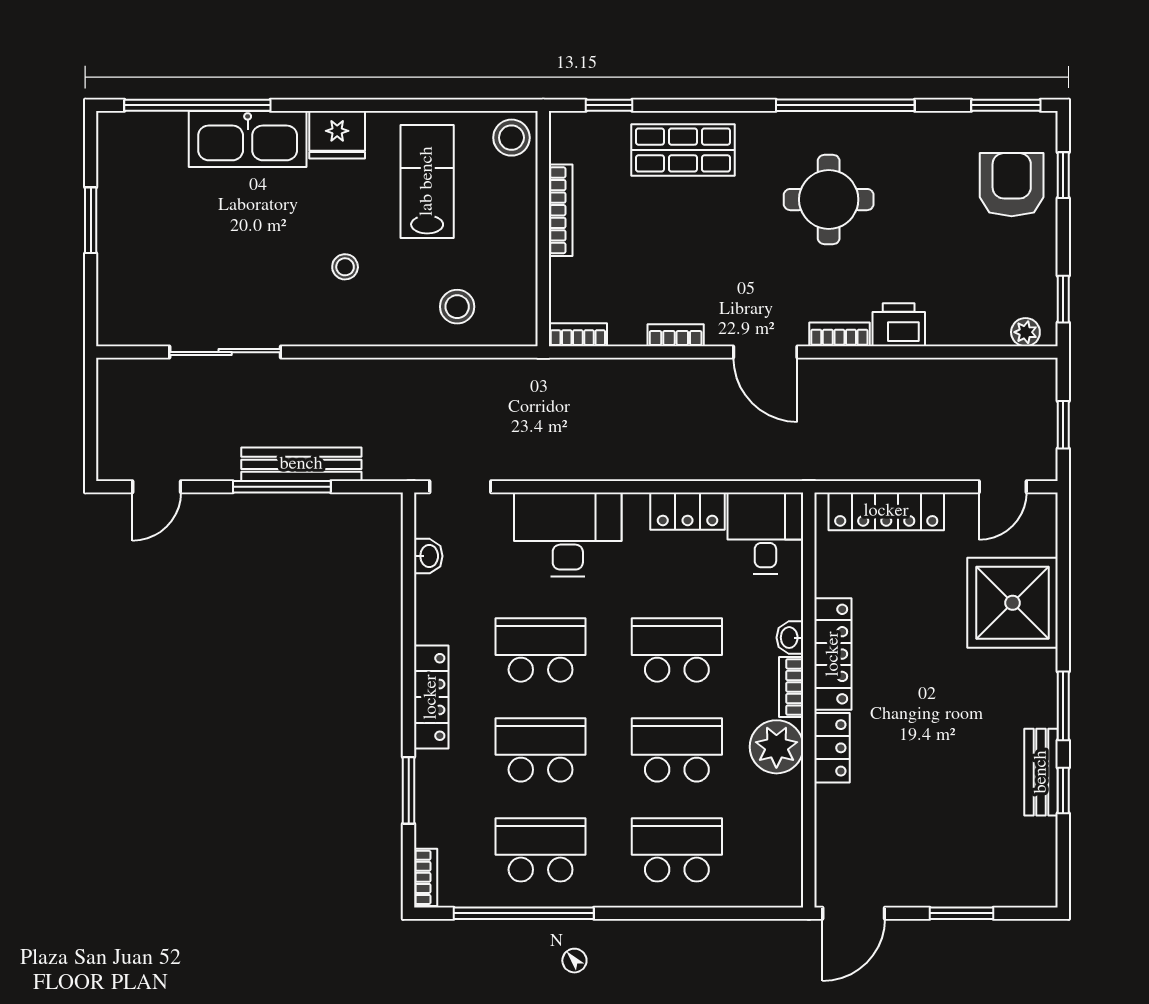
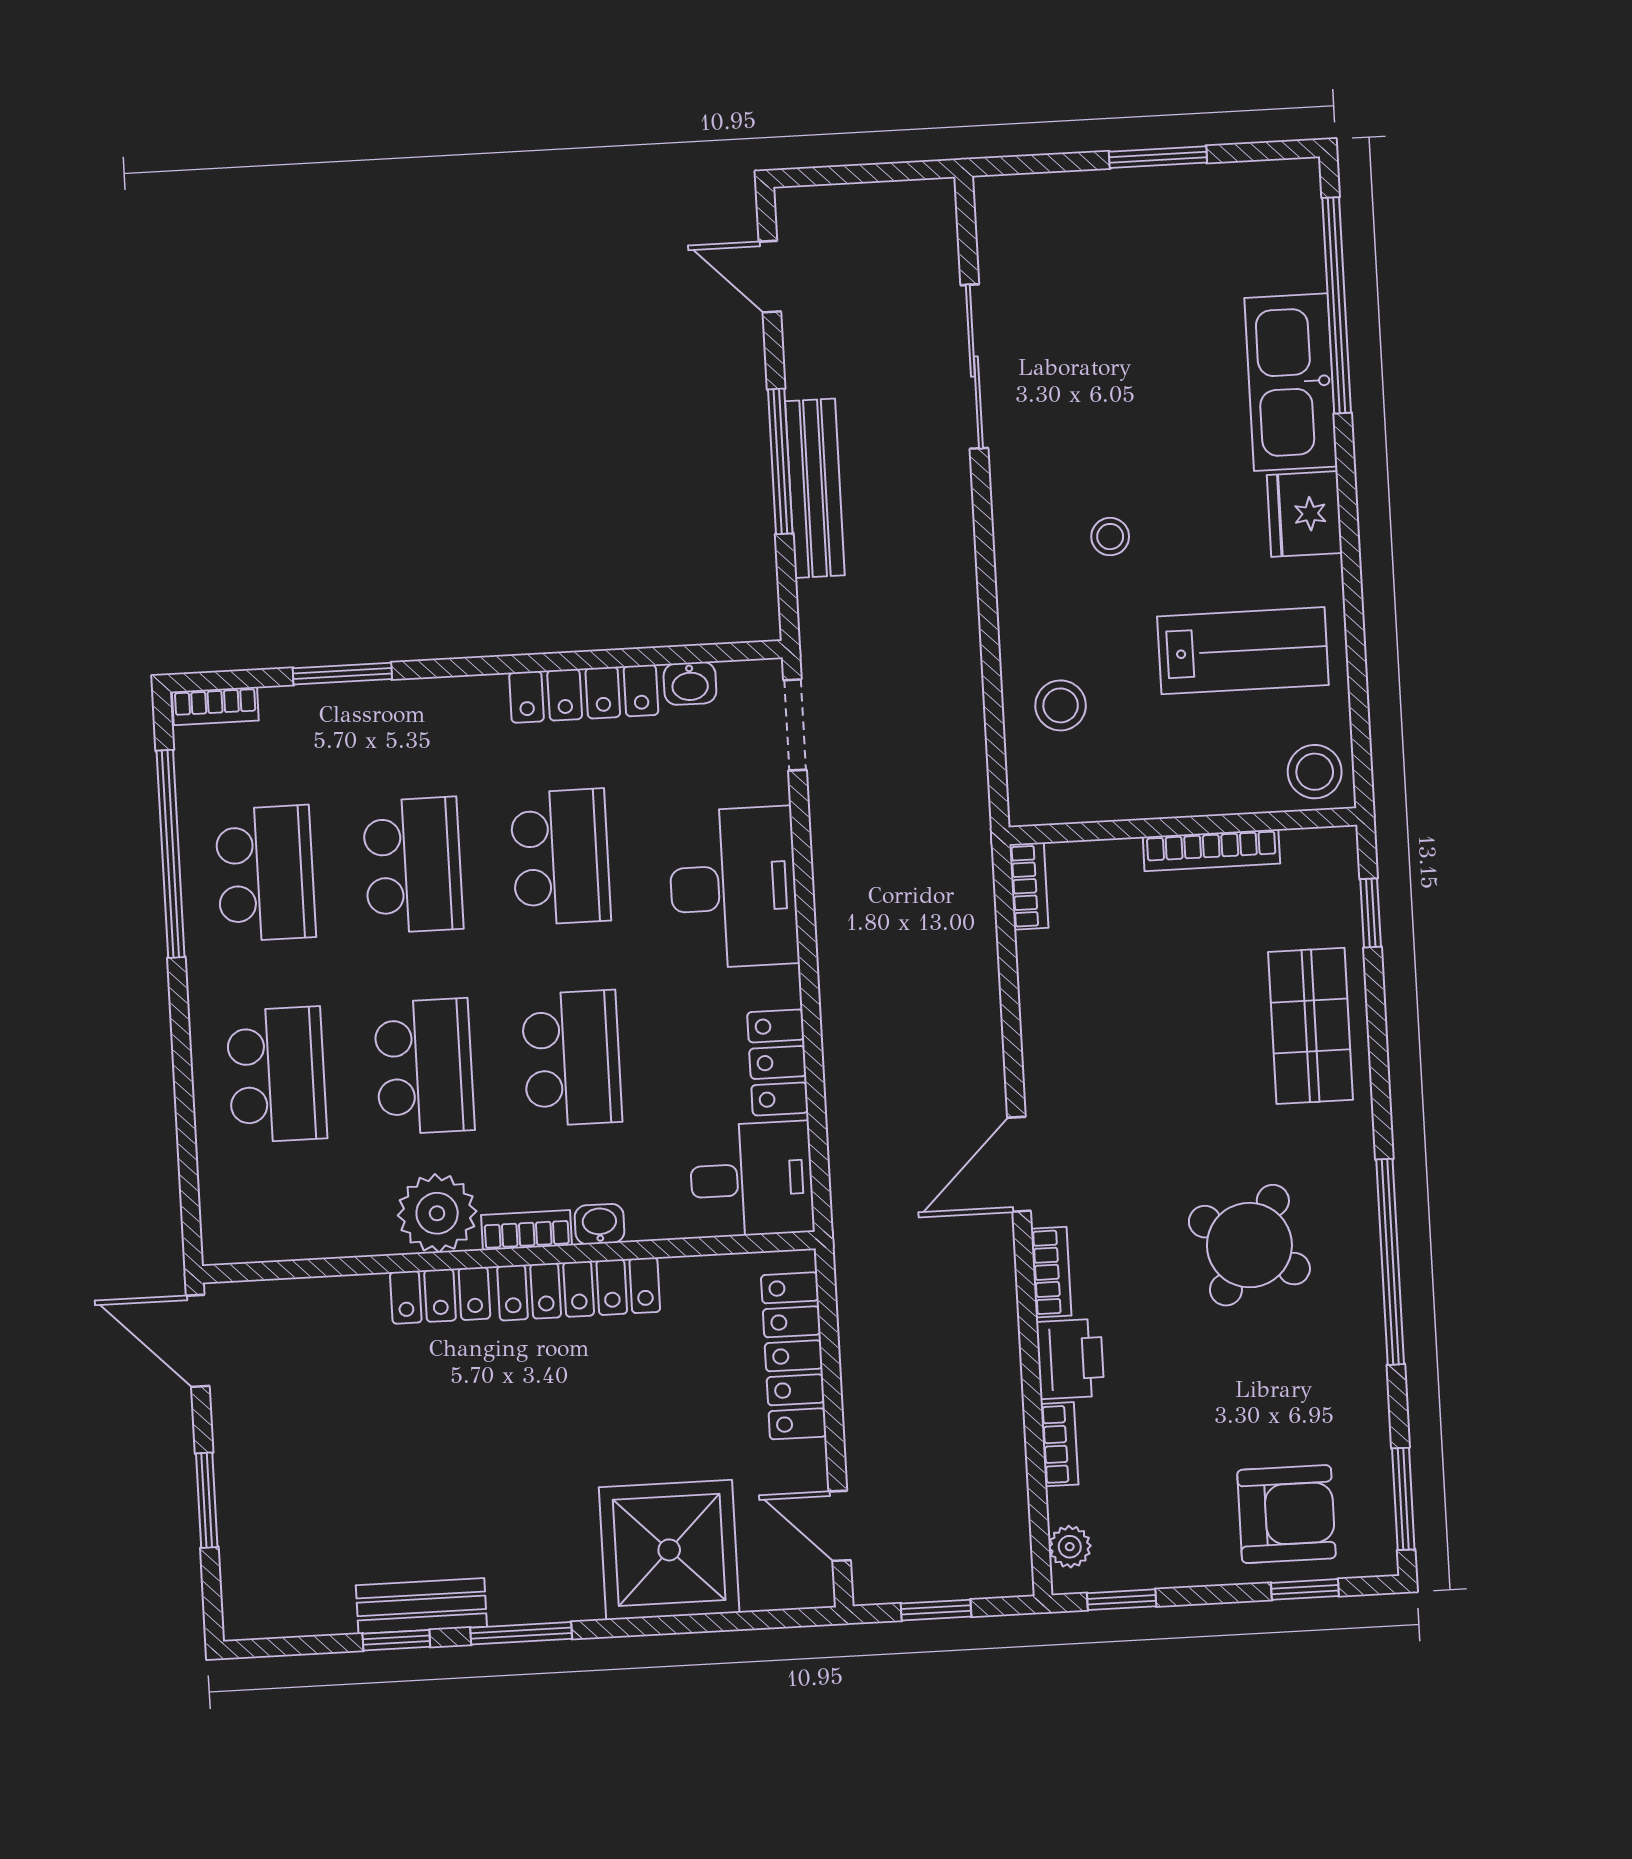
round table: (829, 200) -> (1249, 1245), turned 31
bookcase: (676, 335) -> (1060, 1444), moved
locker: (431, 697) -> (584, 694), moved

